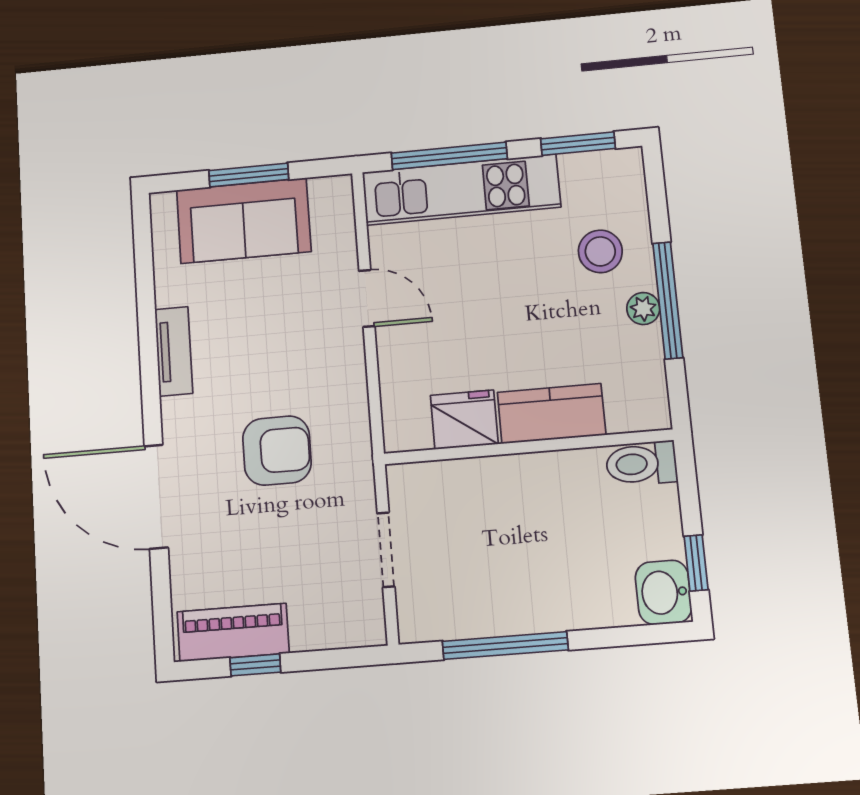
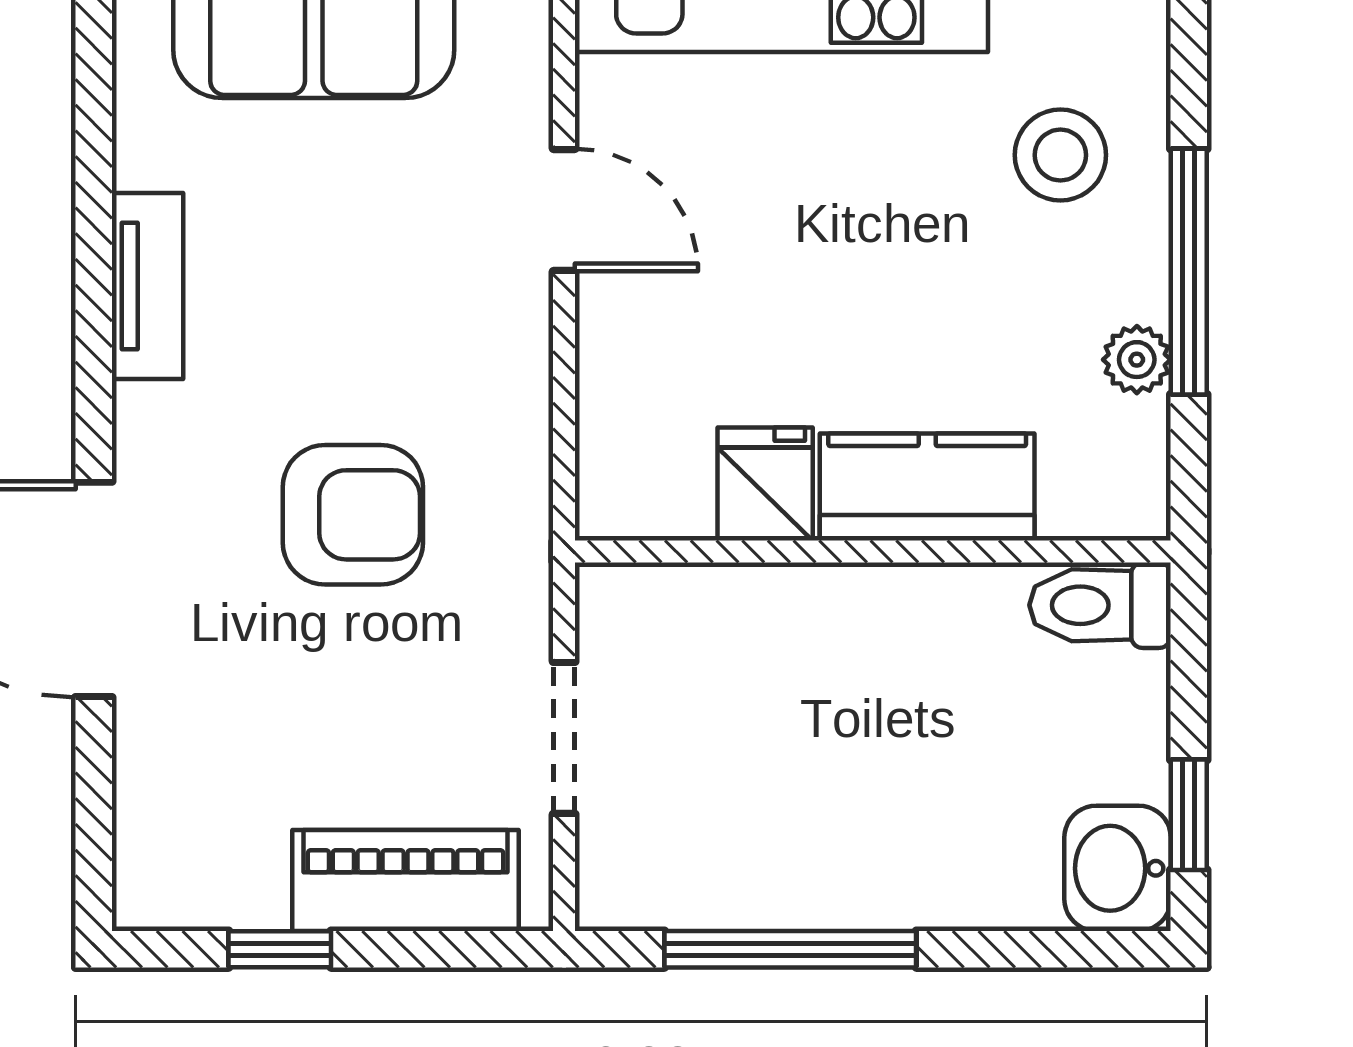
plant: (643, 309) -> (1137, 360), moved
fridge: (464, 420) -> (765, 484), width x0.72
piano: (233, 632) -> (406, 880), moved

